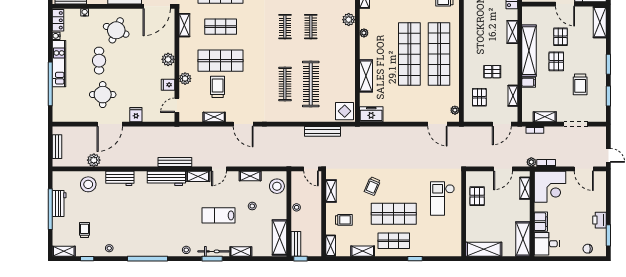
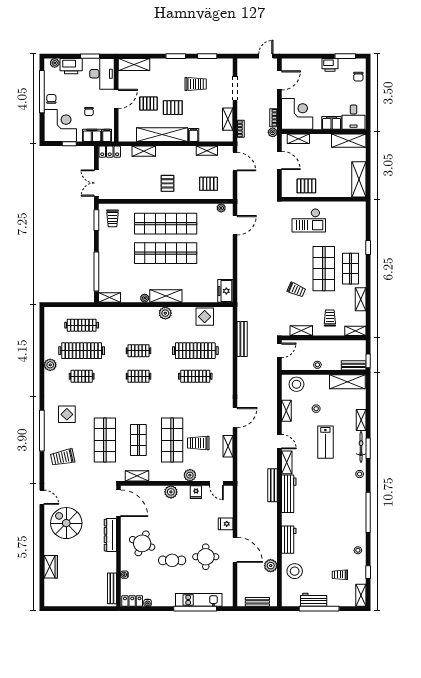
plant: (349, 20) -> (165, 313), moved
kitchen unit: (59, 64) -> (199, 600), moved
pallet: (492, 72) -> (167, 183), moved
shelving: (366, 76) -> (166, 296), moved
display table: (345, 111) -> (205, 317), moved

